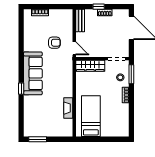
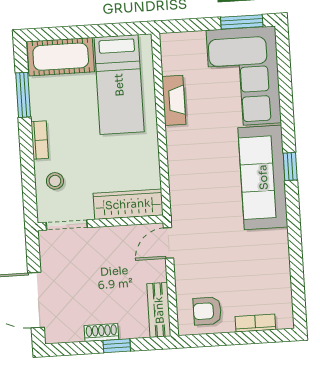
armchair: (54, 43) -> (207, 311), moved
door: (74, 48) -> (169, 243), hinge flipped
window: (131, 74) -> (23, 95), moved
window: (21, 89) -> (290, 167), moved
corner sofa: (38, 116) -> (244, 77), added
cot: (115, 129) -> (61, 57), added

